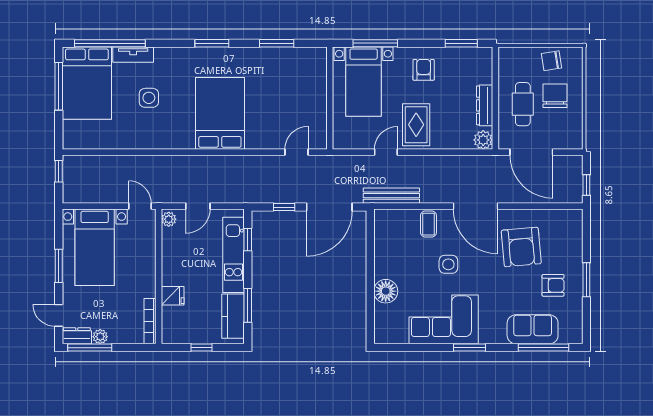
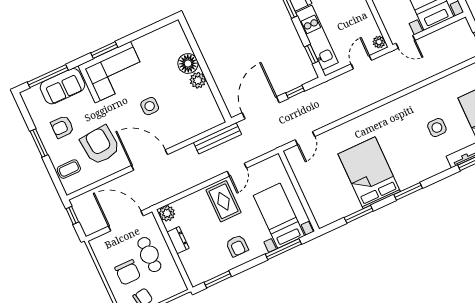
dresser: (485, 105) -> (178, 240), width x0.70
bed: (220, 113) -> (369, 173), moved, turned 180
coffee table: (428, 224) -> (69, 169), moved, turned 90
plant: (383, 268) -> (198, 80), added
corner sofa: (444, 319) -> (113, 72), moved

